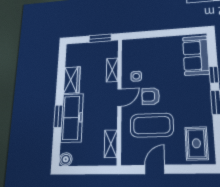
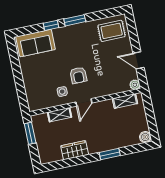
door: (119, 98) -> (84, 102), swing flipped
freezer: (72, 118) -> (109, 141), removed
coffee table: (152, 125) -> (103, 70), removed
plant: (127, 159) -> (135, 85), added

